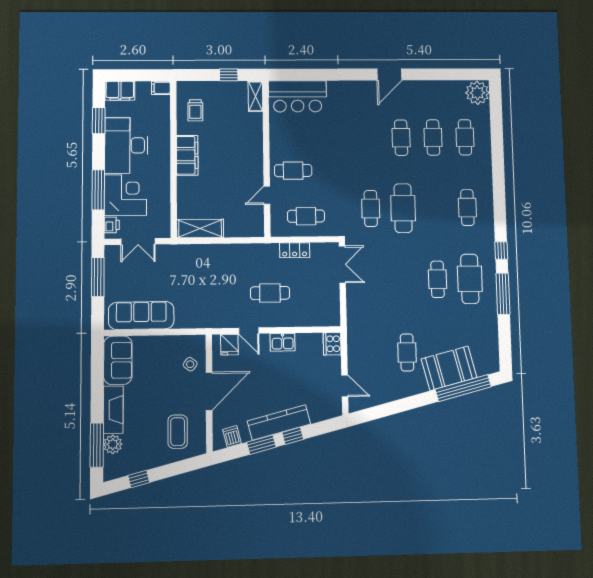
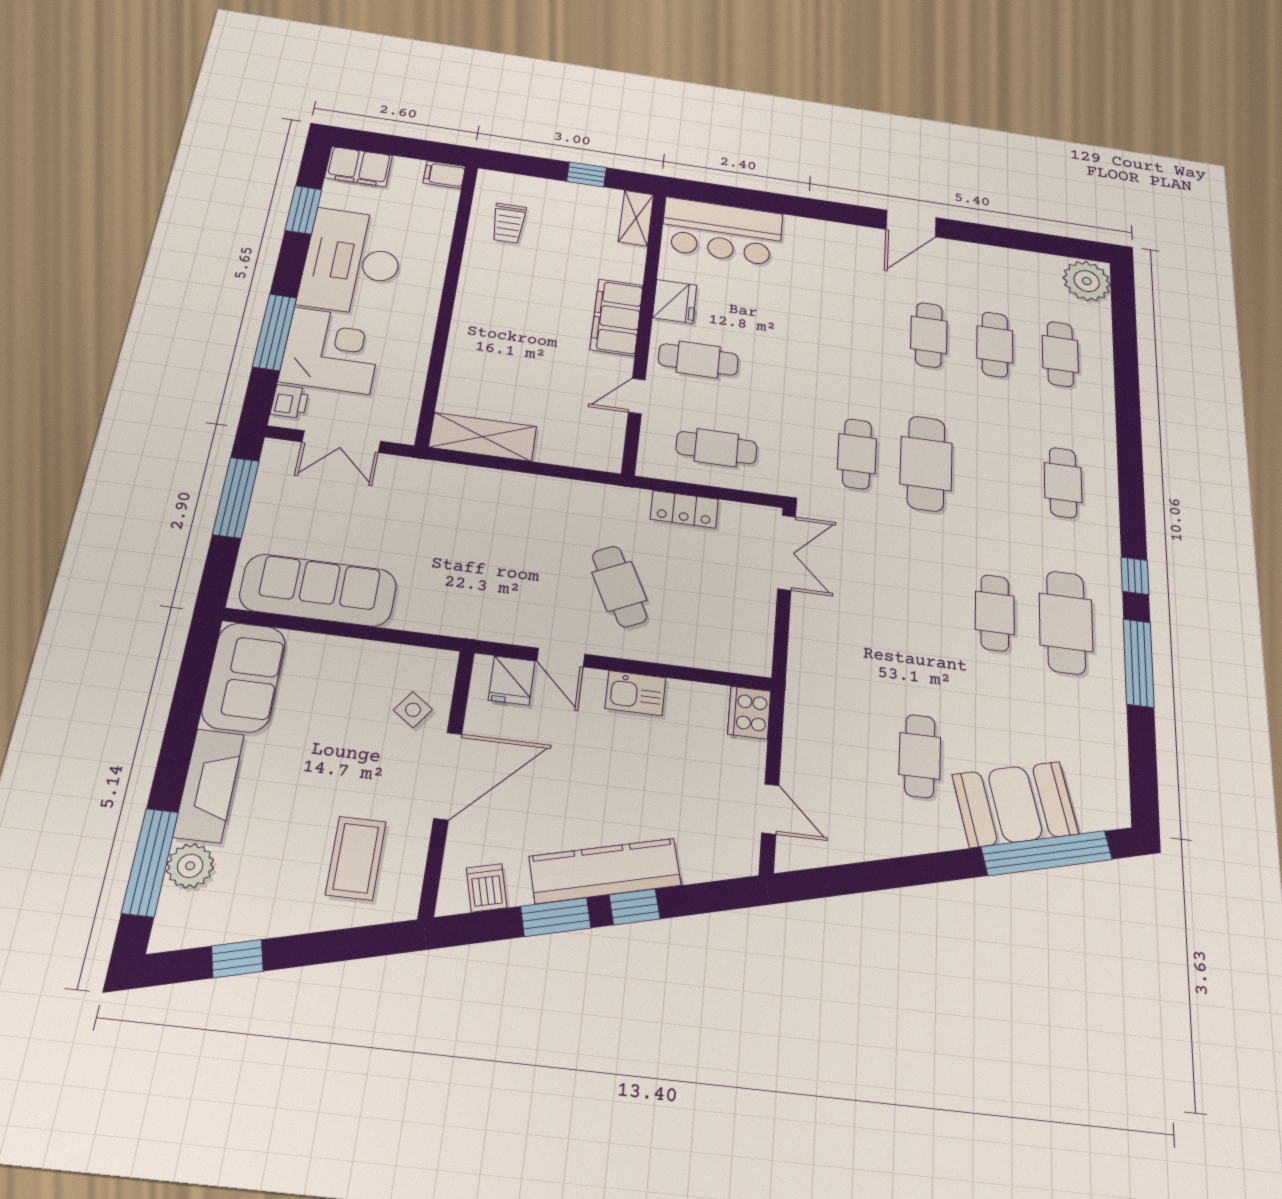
fridge: (279, 140) -> (675, 301), added
filing cabinet: (187, 155) -> (617, 317), moved, turned 180
cafe table: (270, 293) -> (619, 586), turned 64

